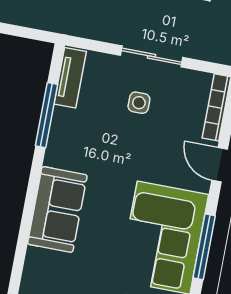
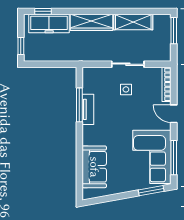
tv unit: (70, 78) -> (88, 109), moved
sofa: (57, 209) -> (94, 167), moved

